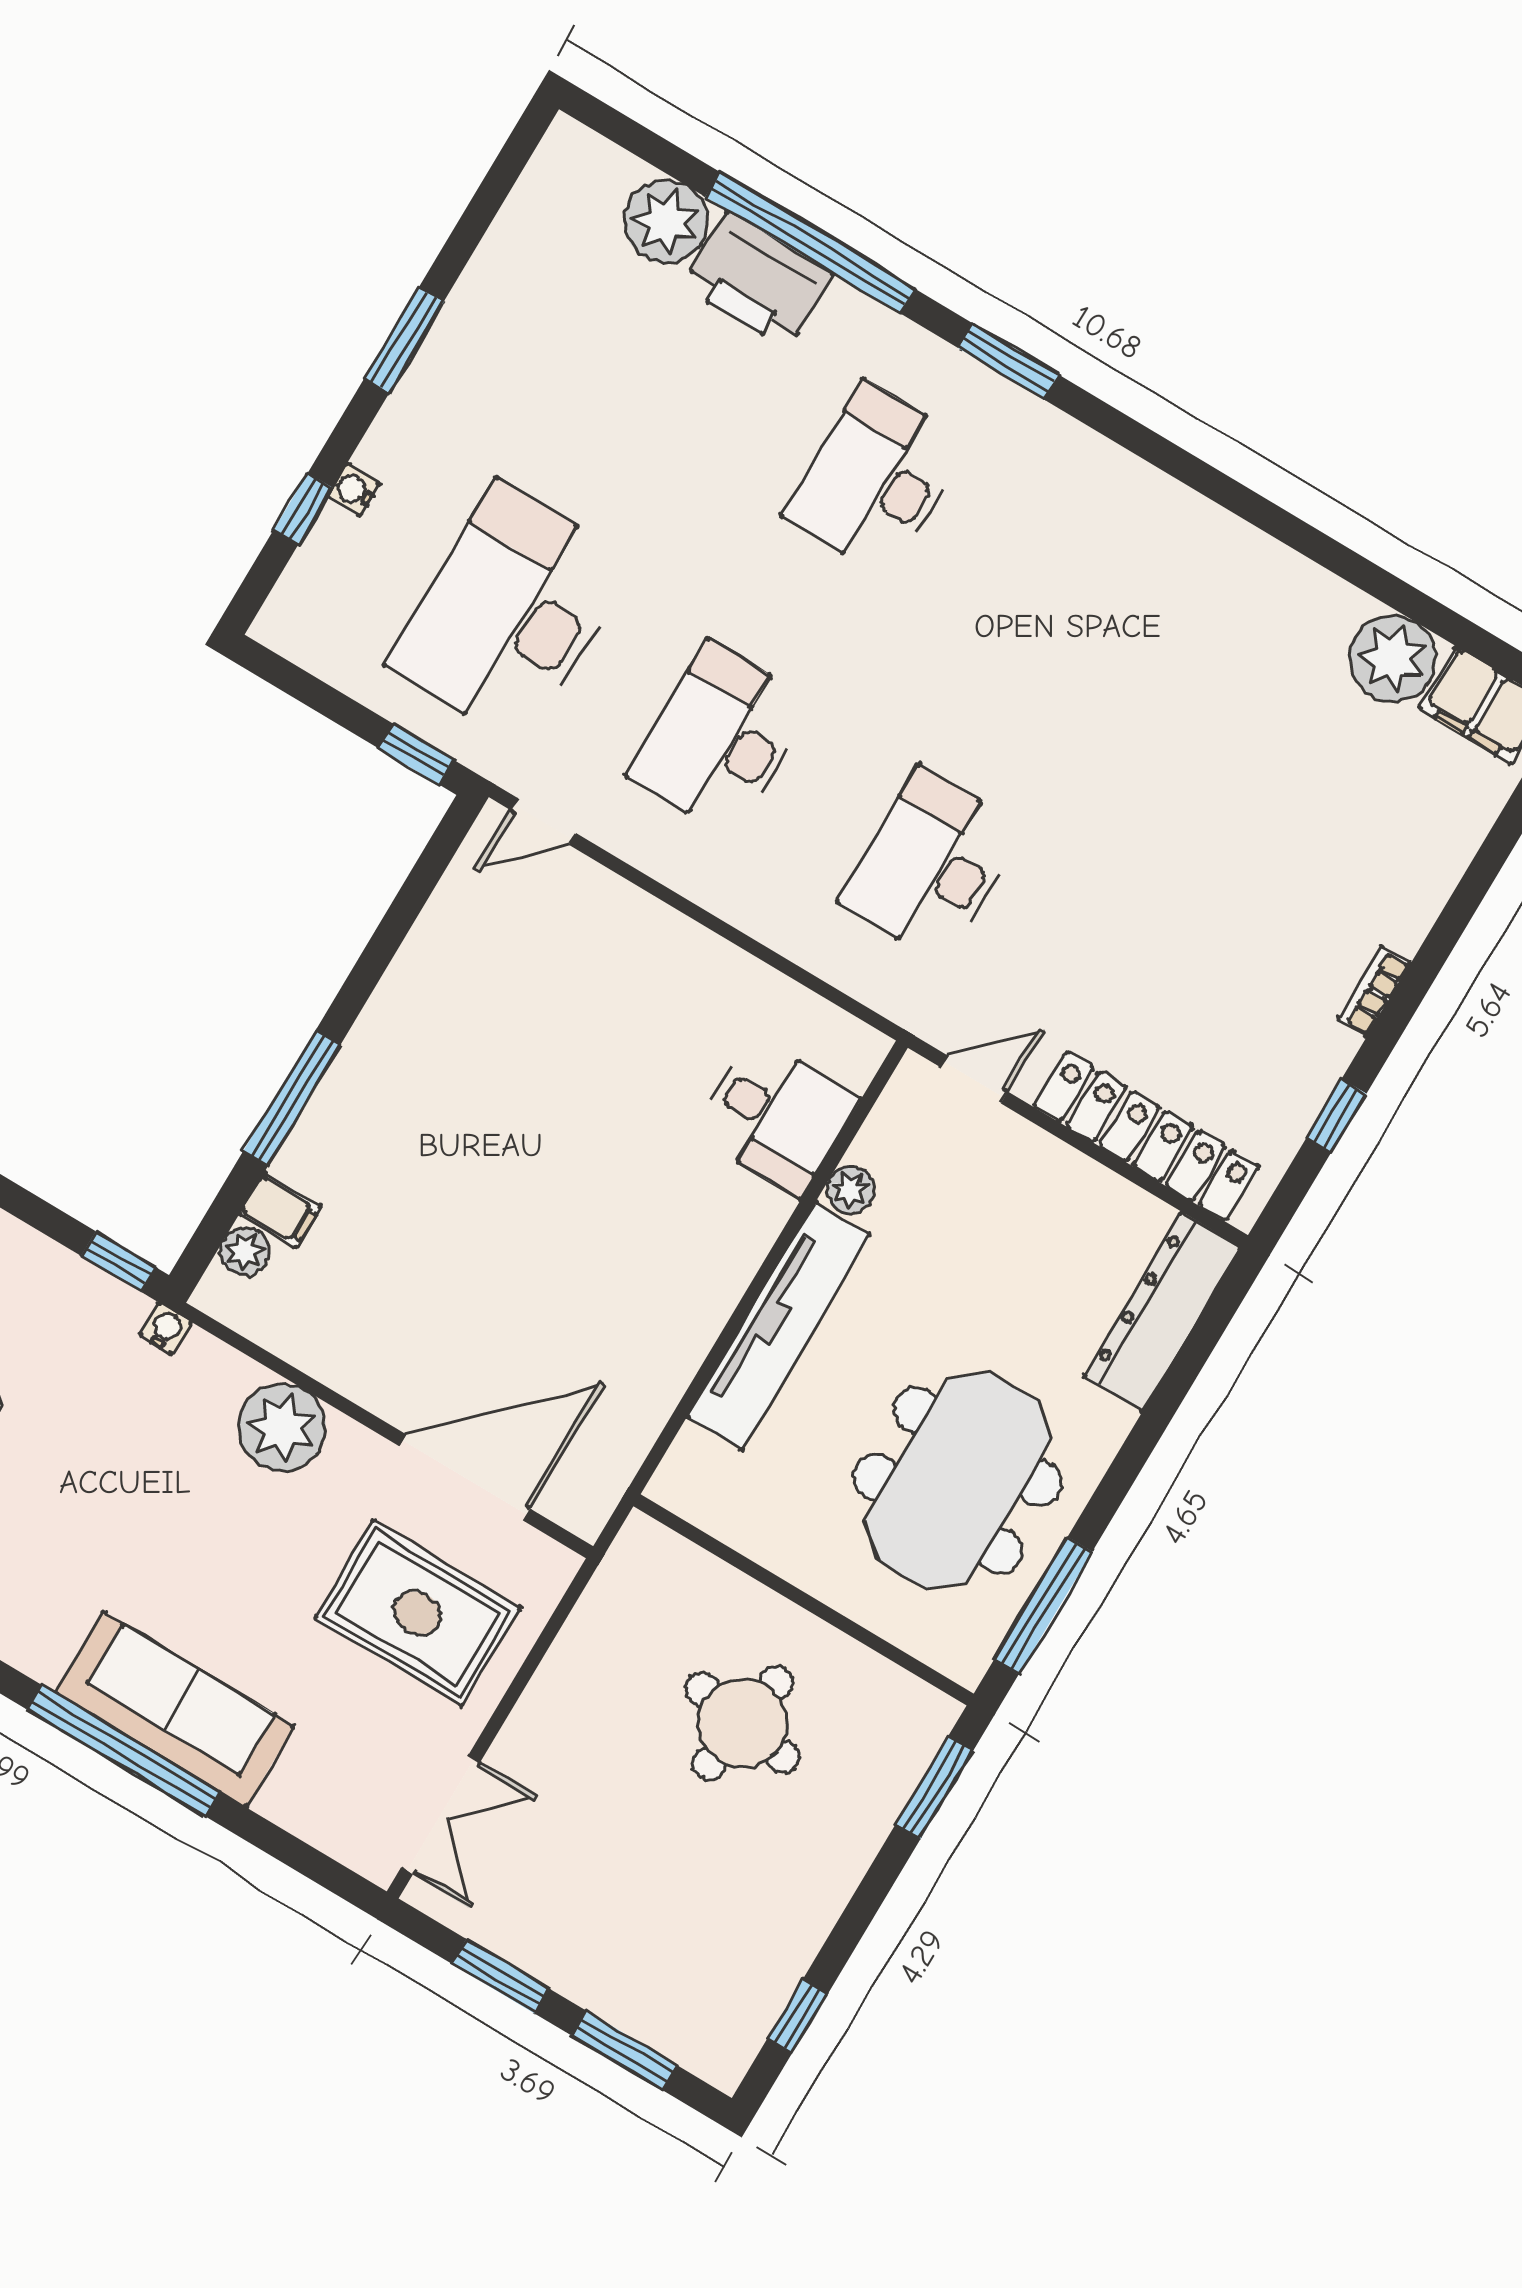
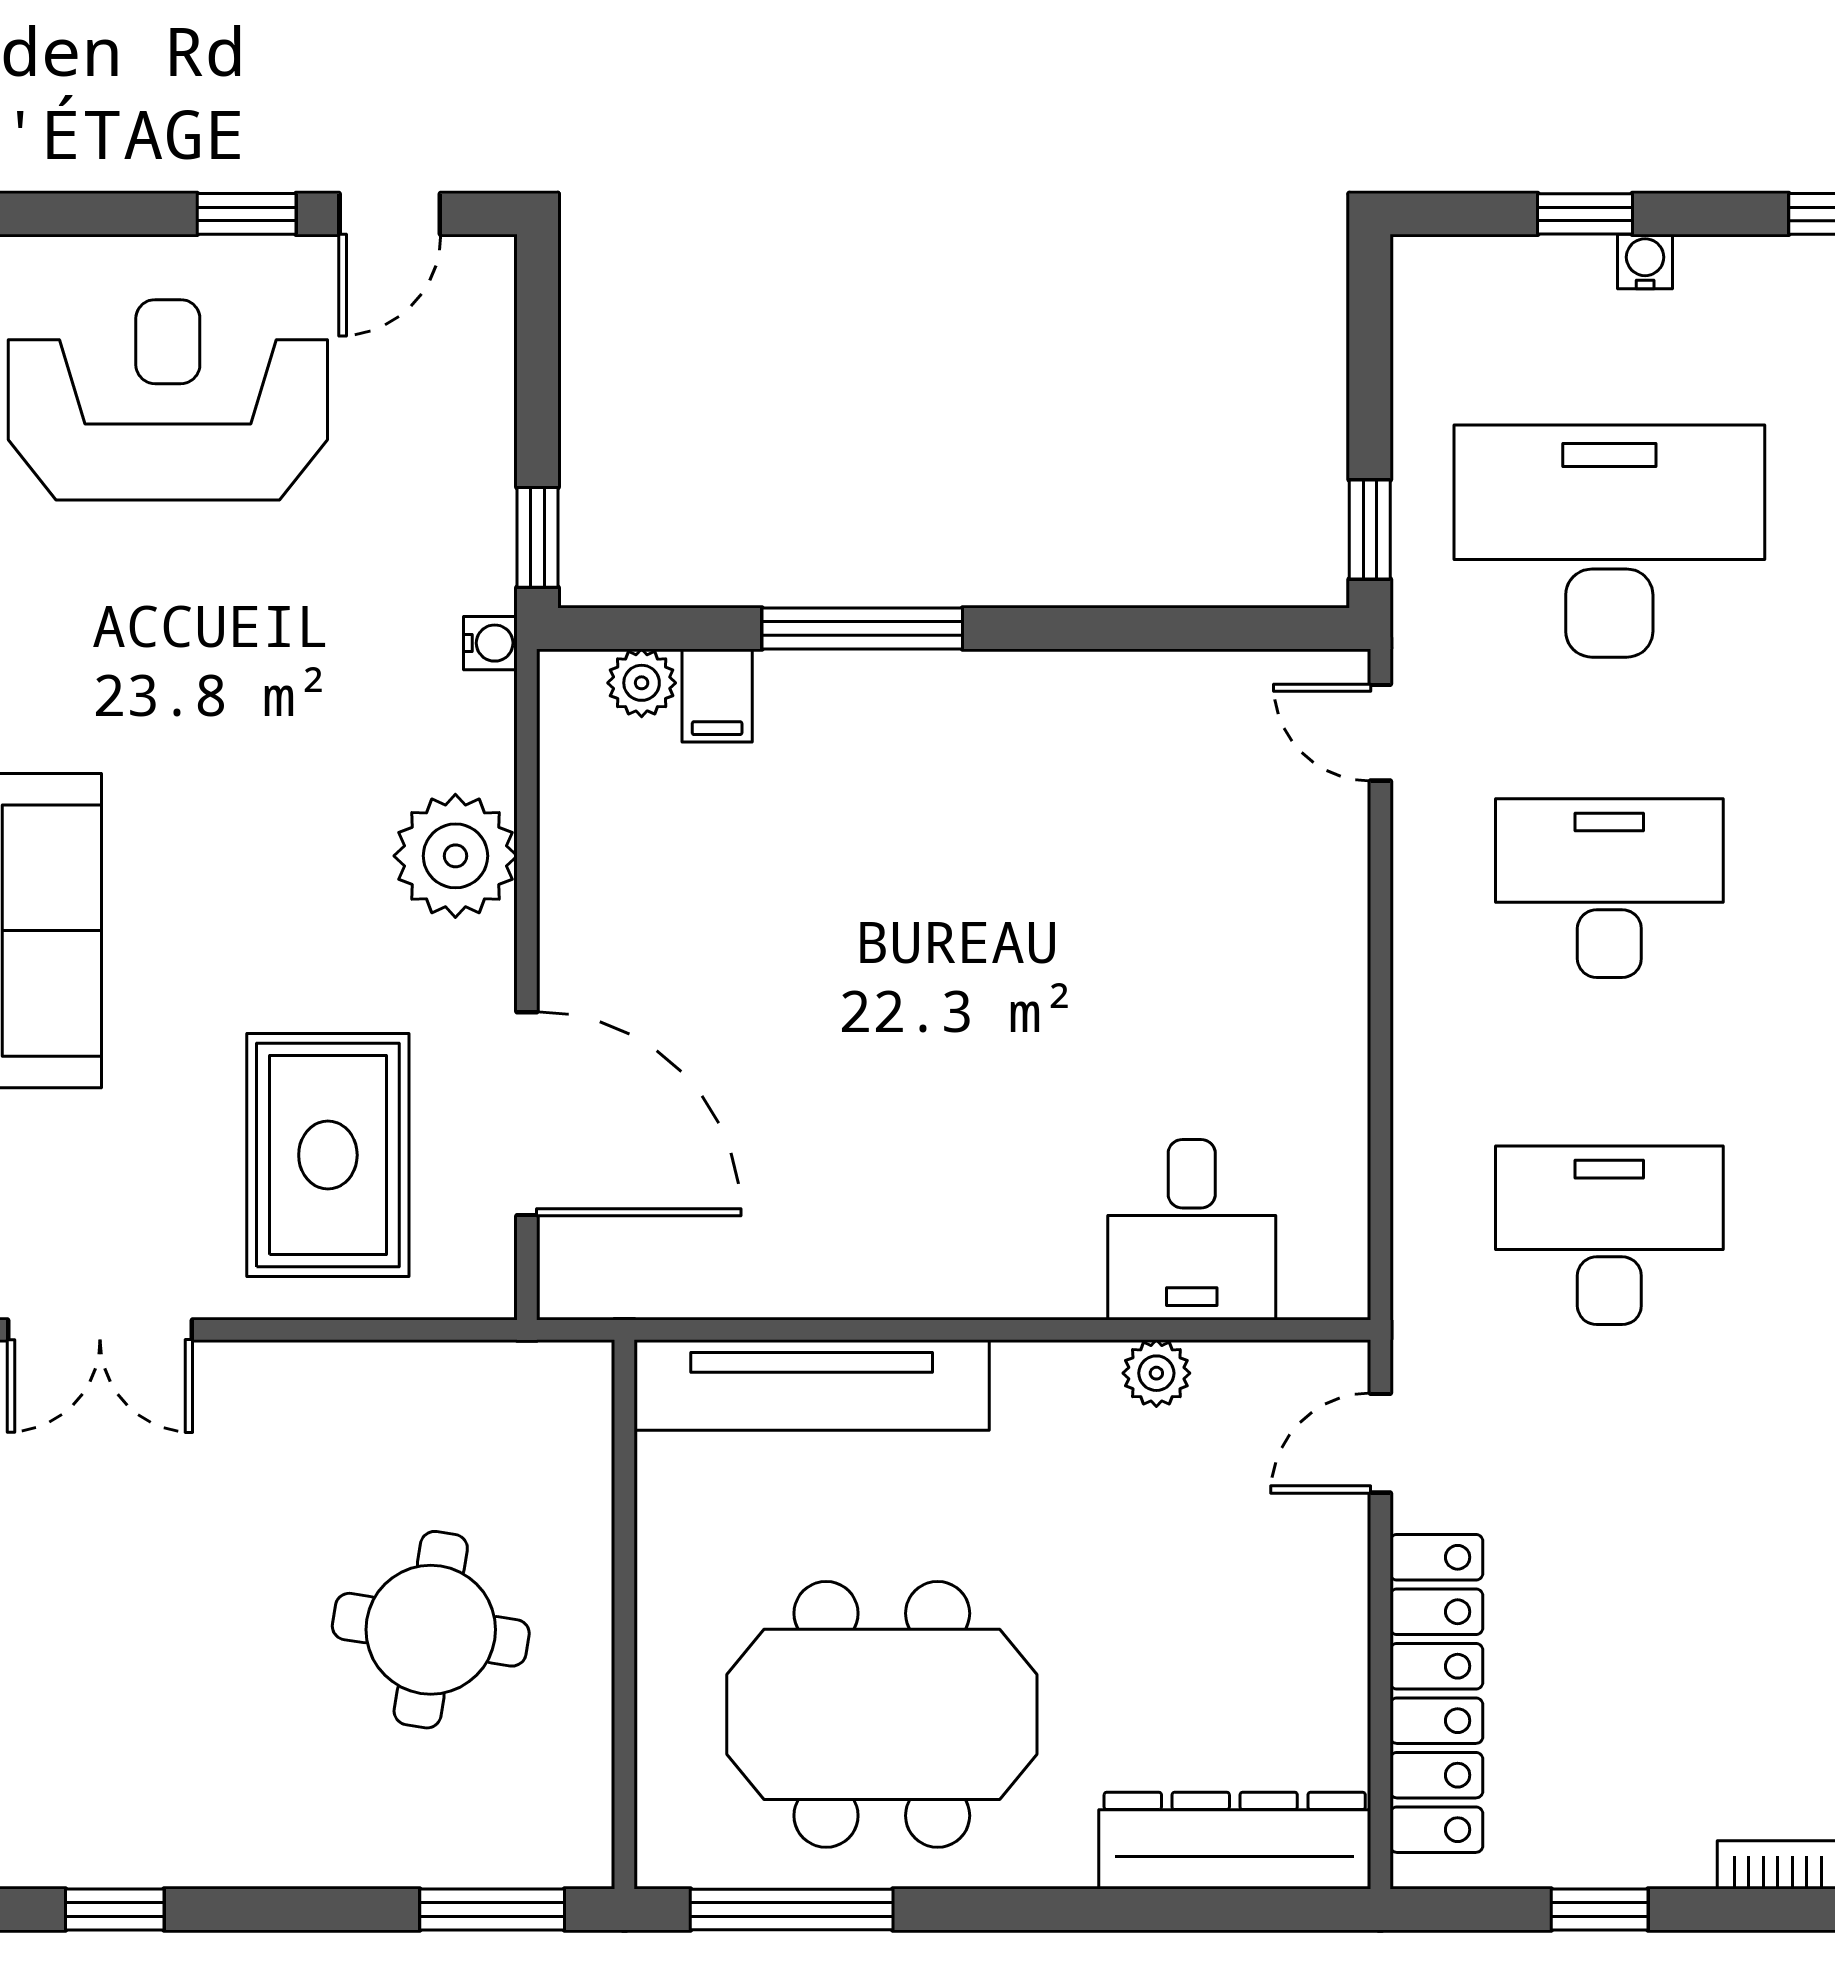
door: (974, 1079) -> (1380, 1443), swing flipped
tv unit: (779, 1326) -> (812, 1385), moved

